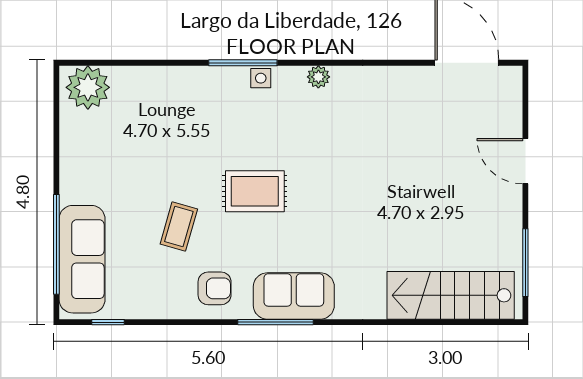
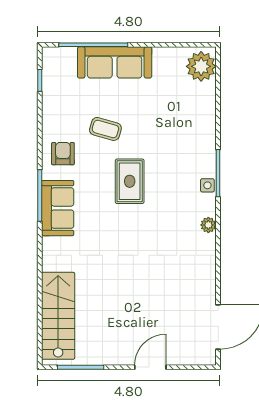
sofa: (82, 259) -> (115, 62), moved
armchair: (215, 288) -> (63, 154), turned 180

